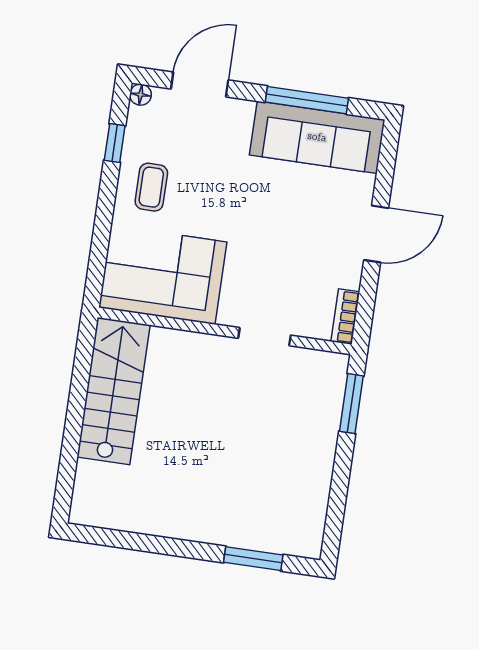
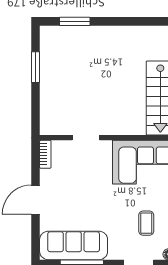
coffee table: (151, 187) -> (146, 223), moved
window: (351, 404) -> (36, 67), moved

